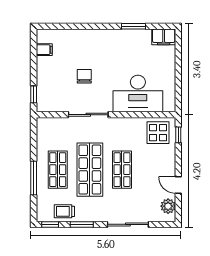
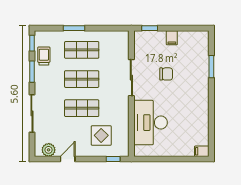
window: (134, 26) -> (211, 67), moved
filing cabinet: (164, 37) -> (202, 151), width x0.50
filing cabinet: (44, 50) -> (172, 38), moved
display table: (158, 133) -> (101, 135), moved
shop shelf: (90, 170) -> (82, 79), width x0.70, depth x0.74
window: (34, 178) -> (74, 28), width x0.69

